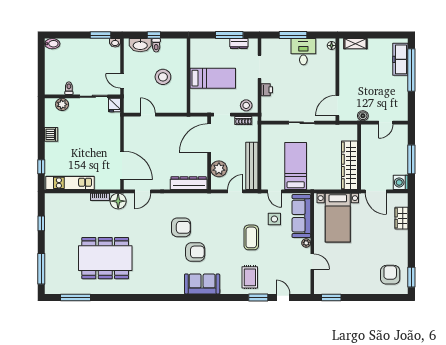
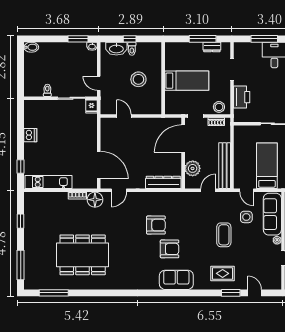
printer: (267, 90) -> (242, 97), width x1.87, depth x1.48
plant: (62, 104) -> (41, 106), removed
rug: (250, 277) -> (223, 273), turned 90

